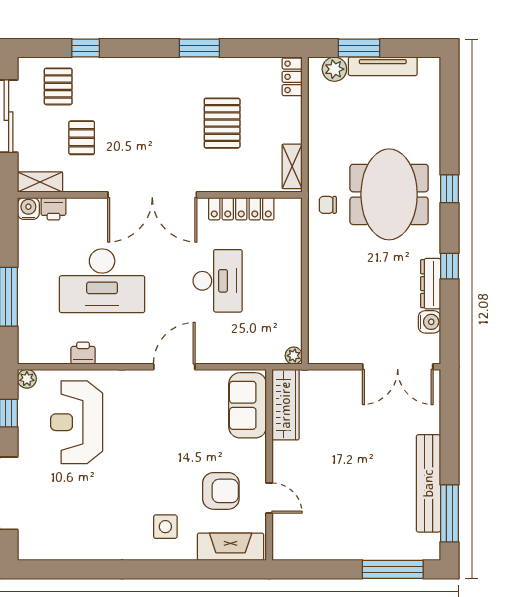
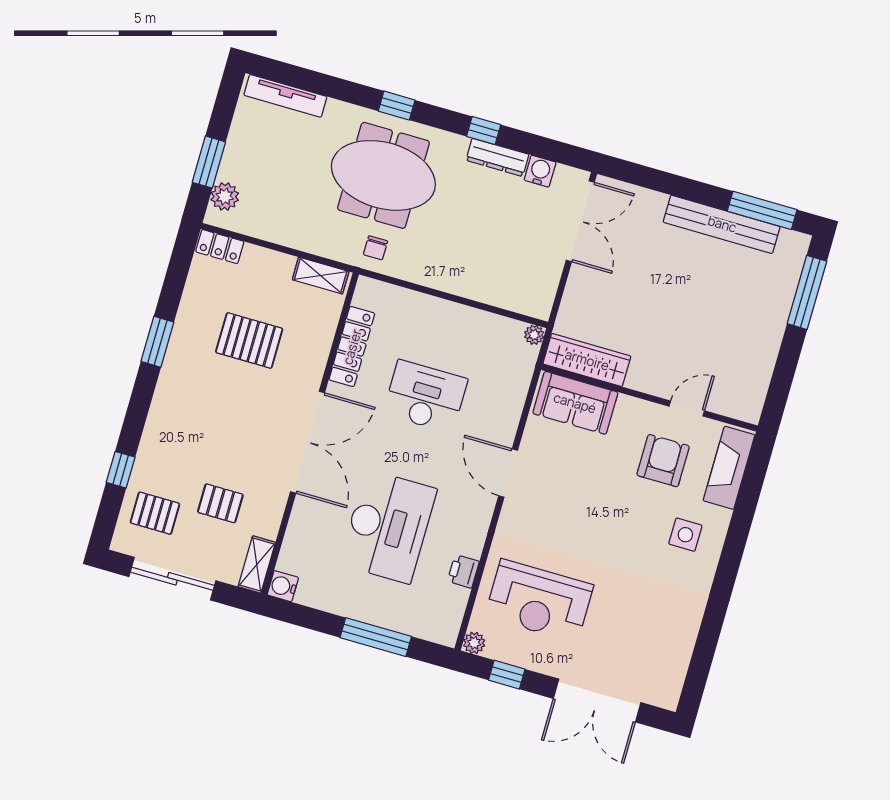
tv unit: (383, 66) -> (285, 96), moved, turned 90
printer: (53, 209) -> (291, 558), removed

